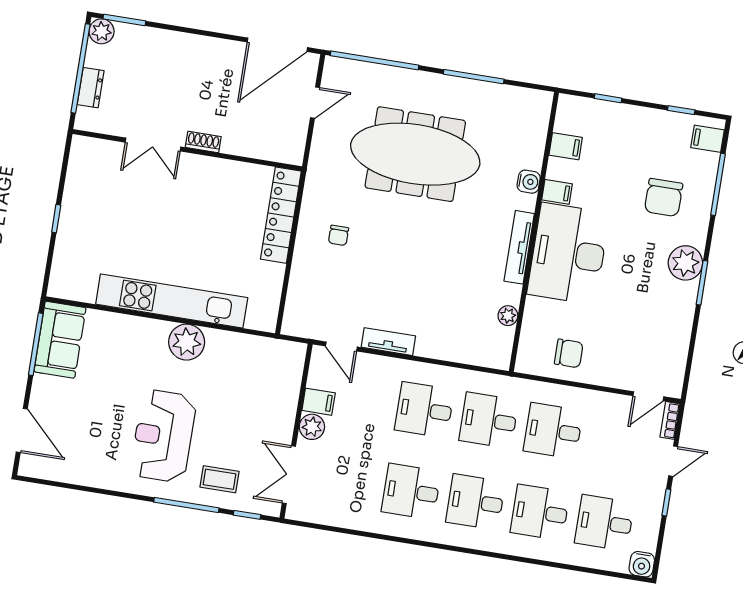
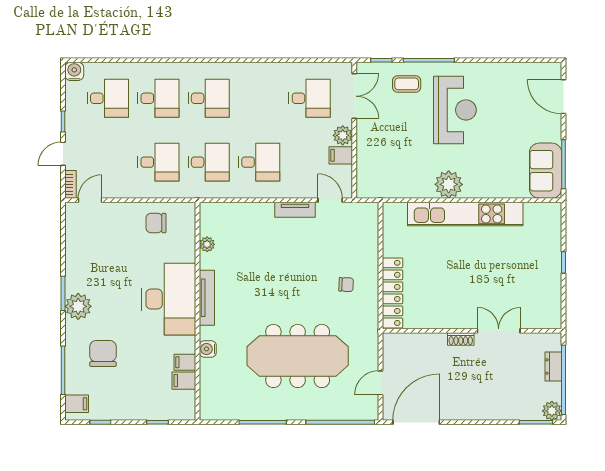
filing cabinet: (557, 192) -> (185, 362), moved
chair: (338, 235) -> (346, 285), turned 92
desk: (411, 492) -> (310, 98), moved

